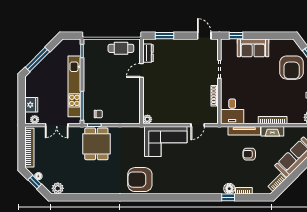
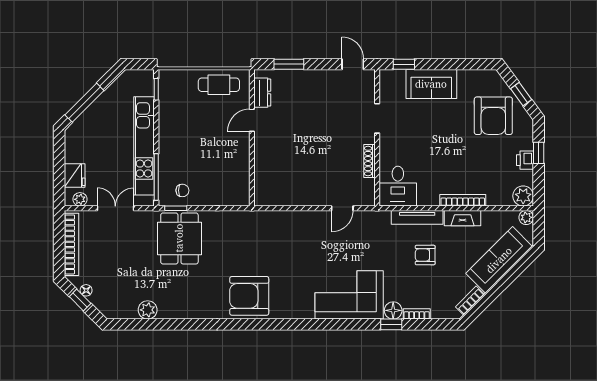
plant: (147, 119) -> (261, 199), removed
double door: (57, 125) -> (115, 208), swing flipped
corner sofa: (166, 141) -> (349, 295), moved, turned 180
plant: (58, 188) -> (148, 310), moved

